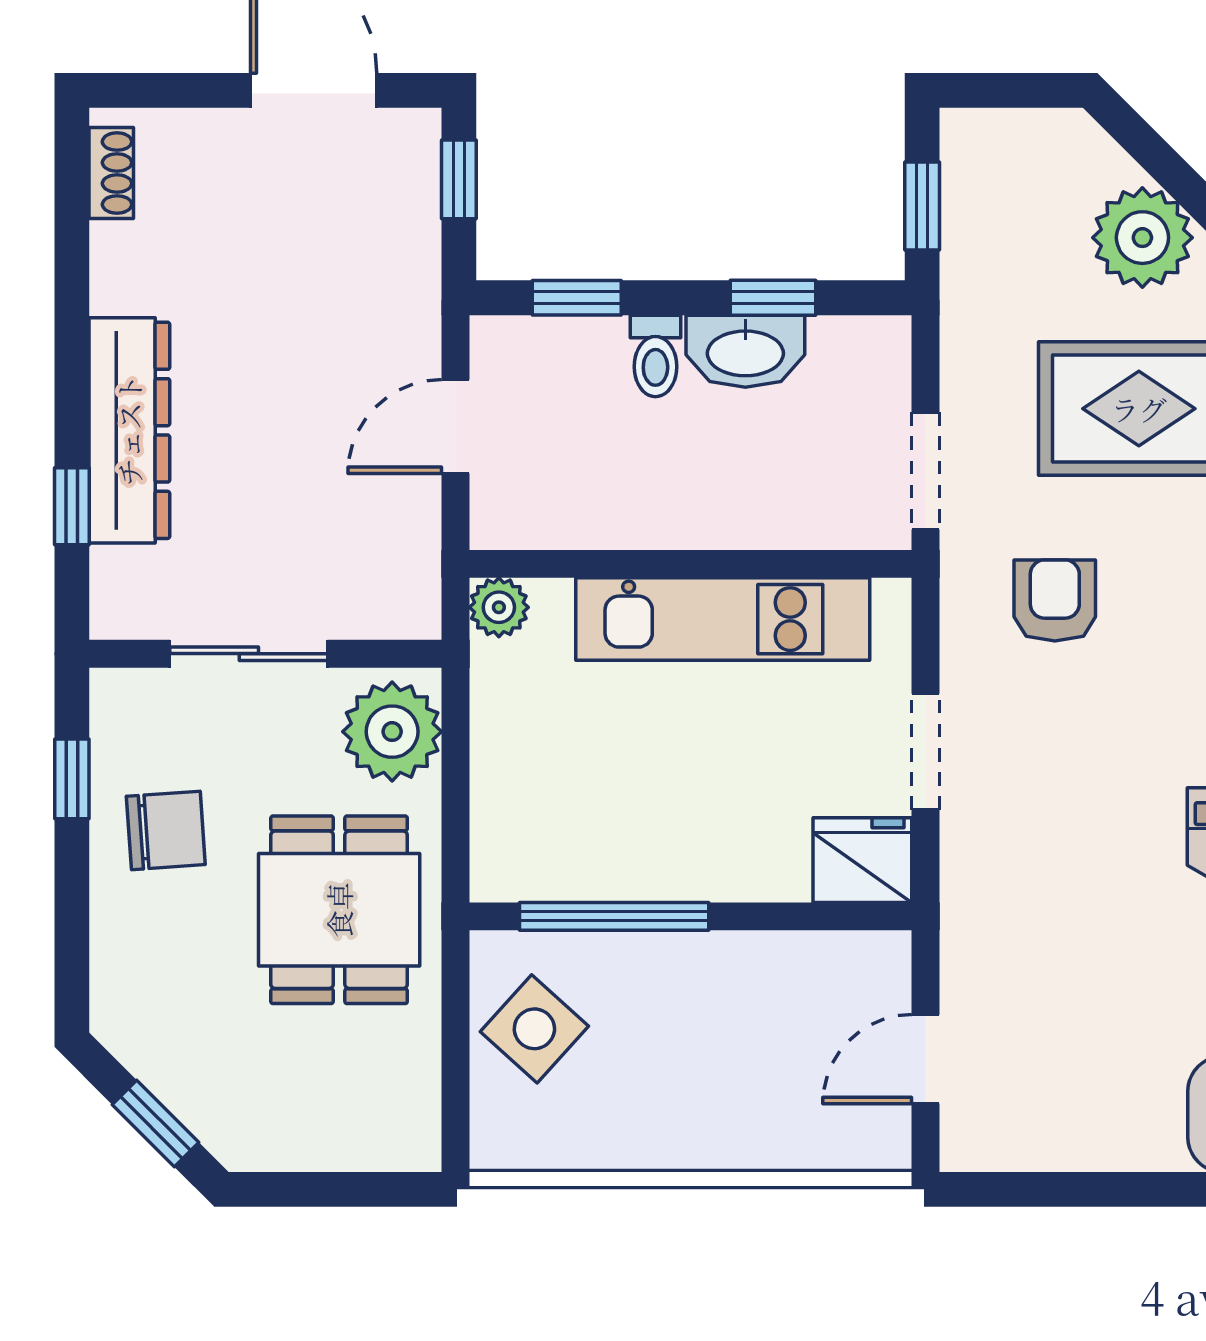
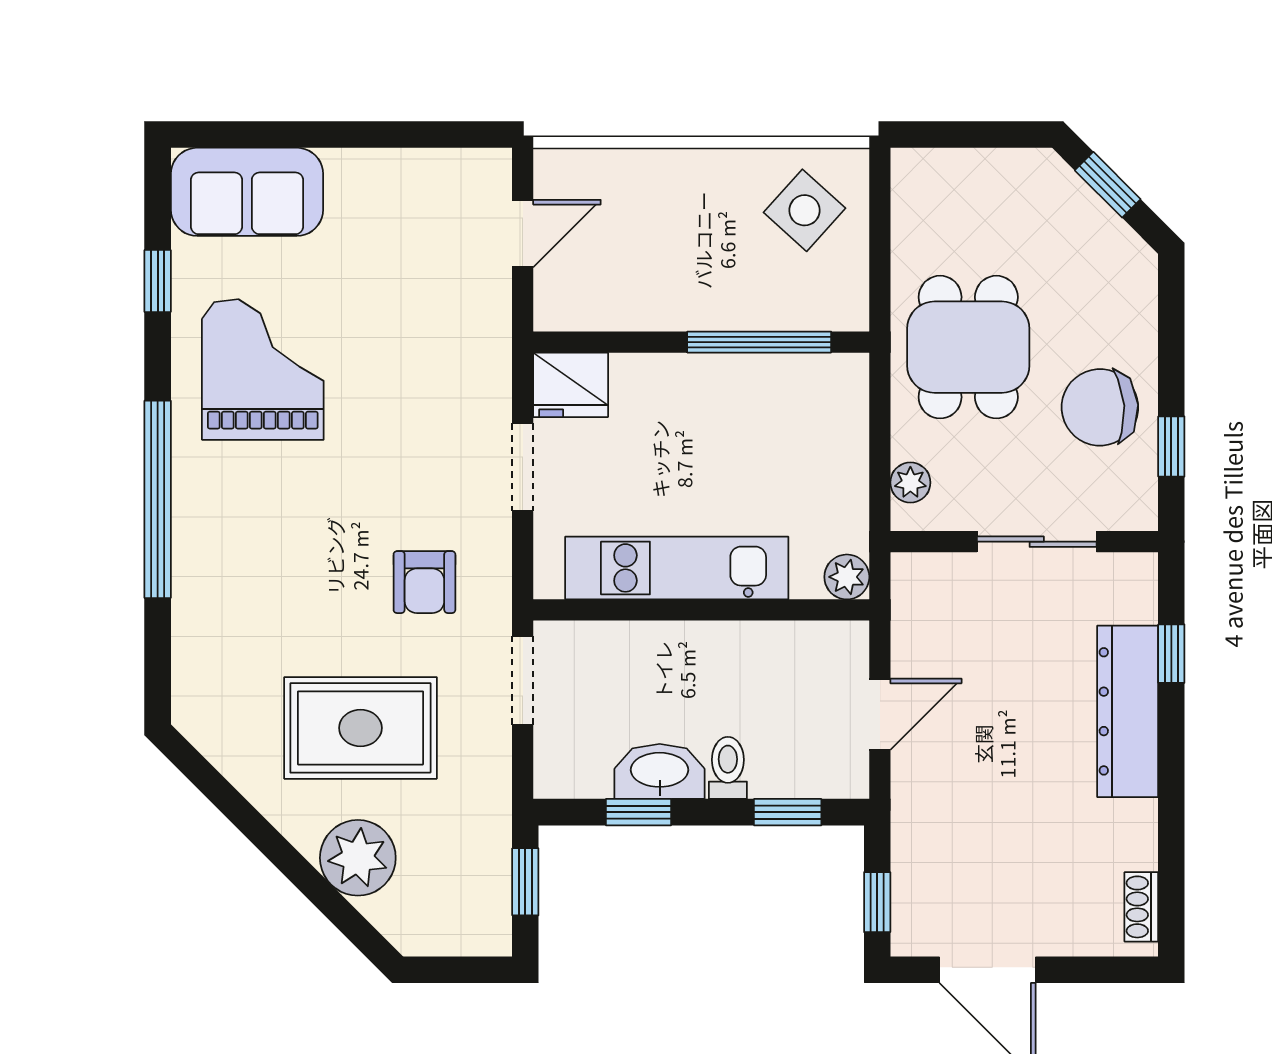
plant: (392, 732) -> (910, 483), width x0.53, depth x0.53
chair: (166, 830) -> (1100, 407), width x1.37, depth x1.37
side table: (534, 1029) -> (805, 210), moved

